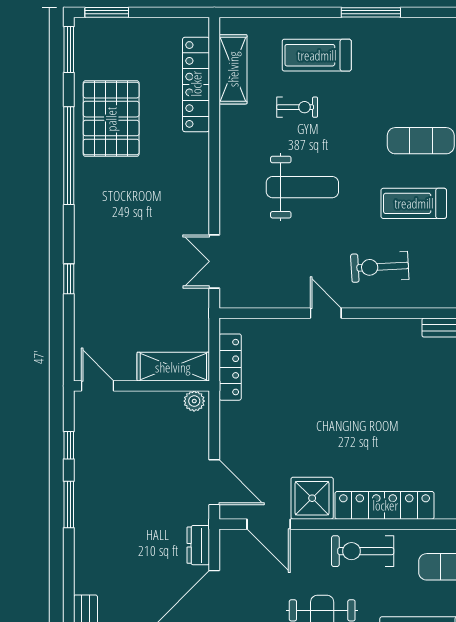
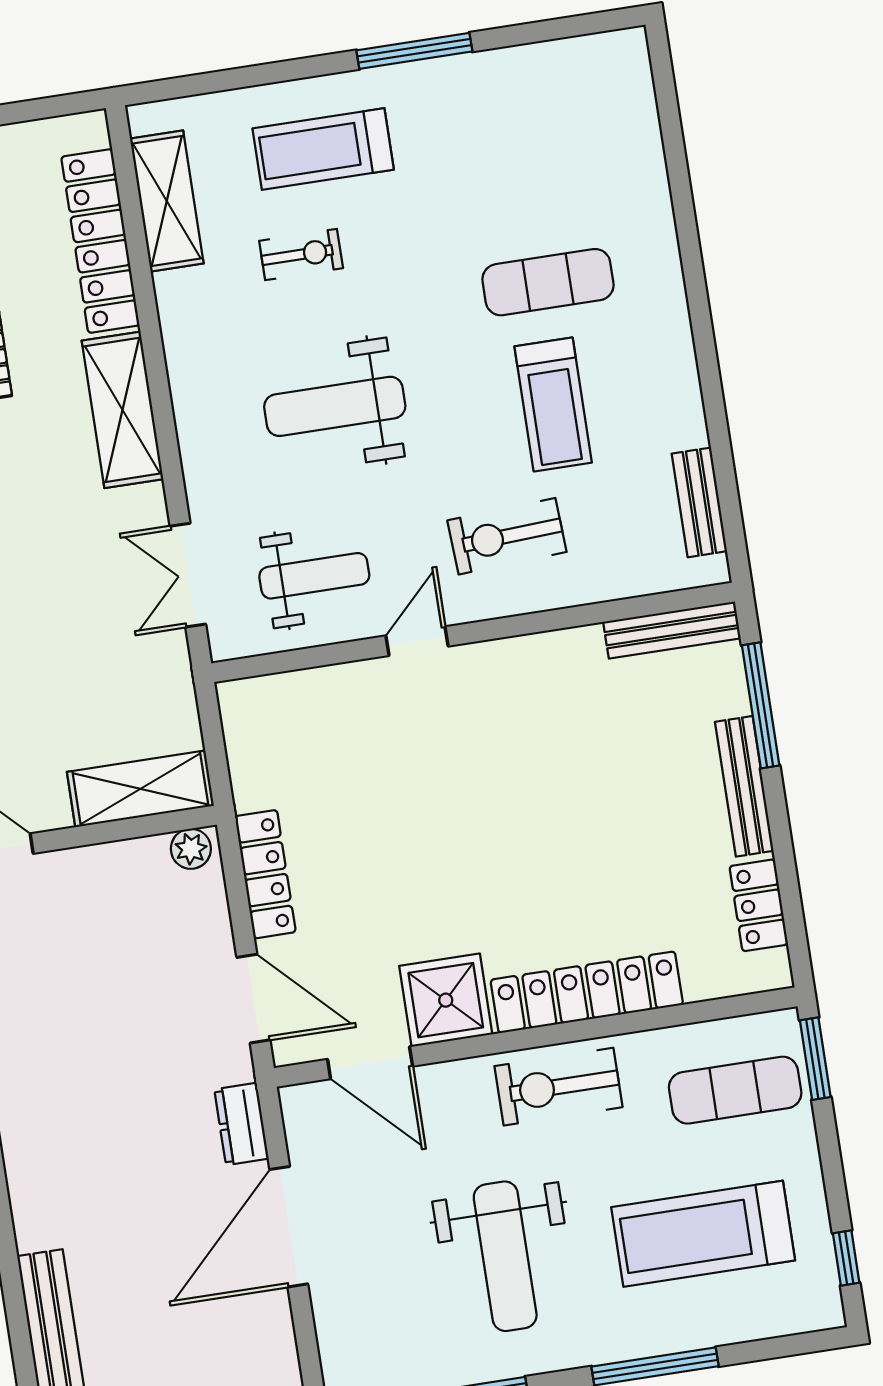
shelving: (194, 172) -> (123, 410), added
weight bench: (302, 187) -> (335, 406), turned 180
treadmill: (414, 203) -> (553, 404), turned -90
weight bench: (279, 272) -> (314, 576), added
door: (326, 313) -> (417, 641), hinge flipped
locker: (230, 367) -> (265, 874), moved

